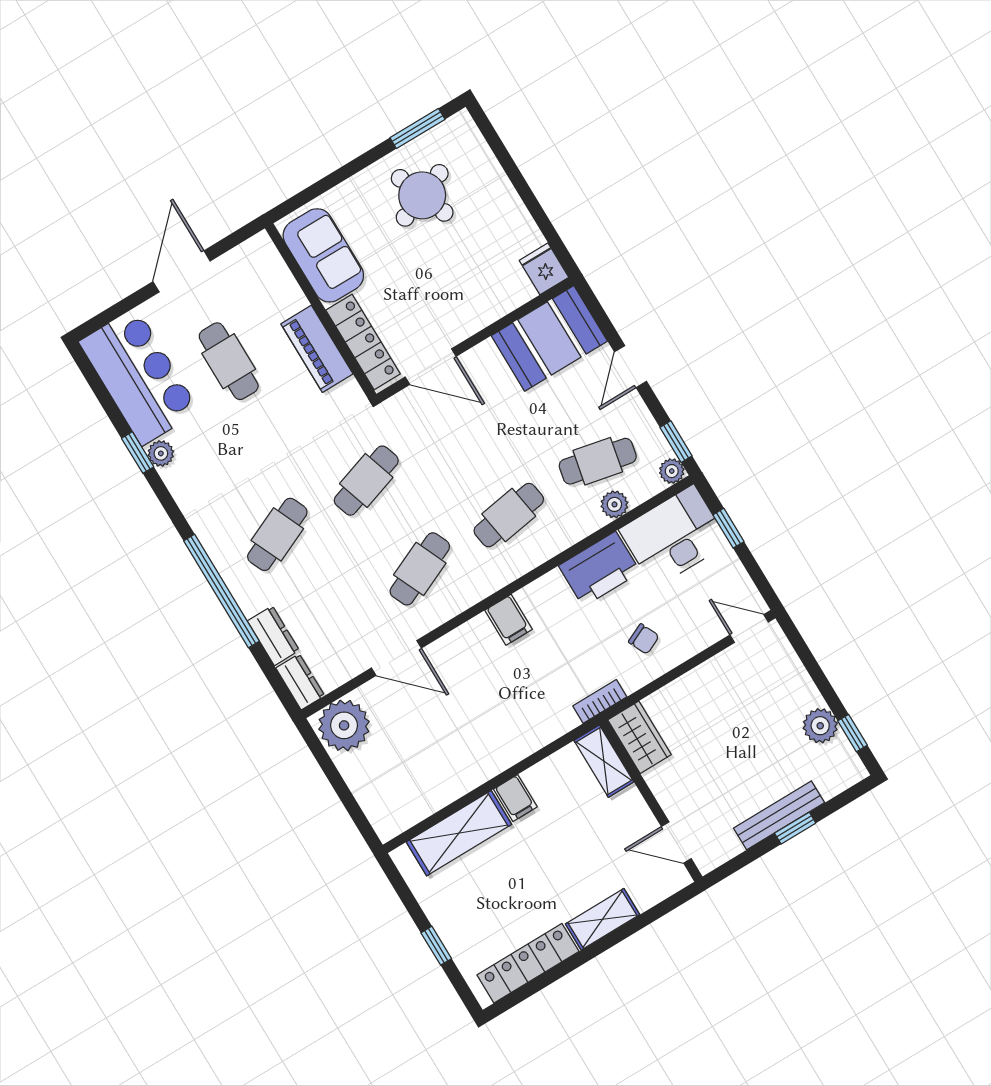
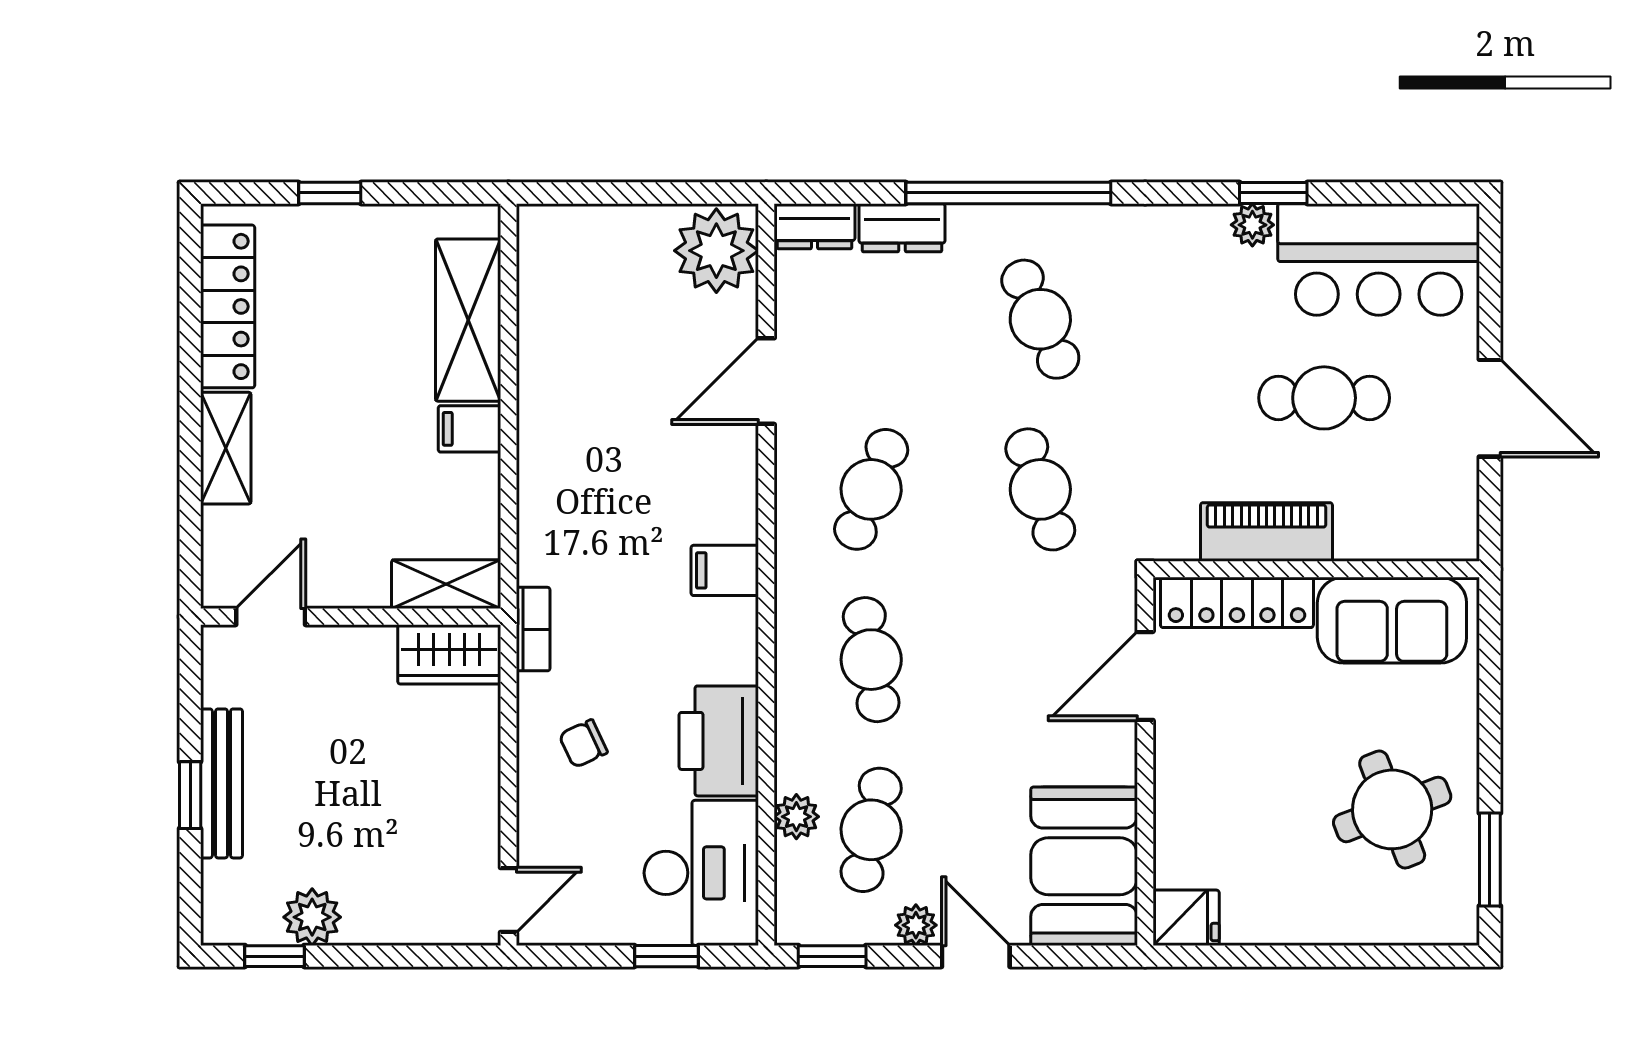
plant: (672, 471) -> (916, 925), moved
cafe table: (420, 569) -> (871, 489), turned 45

